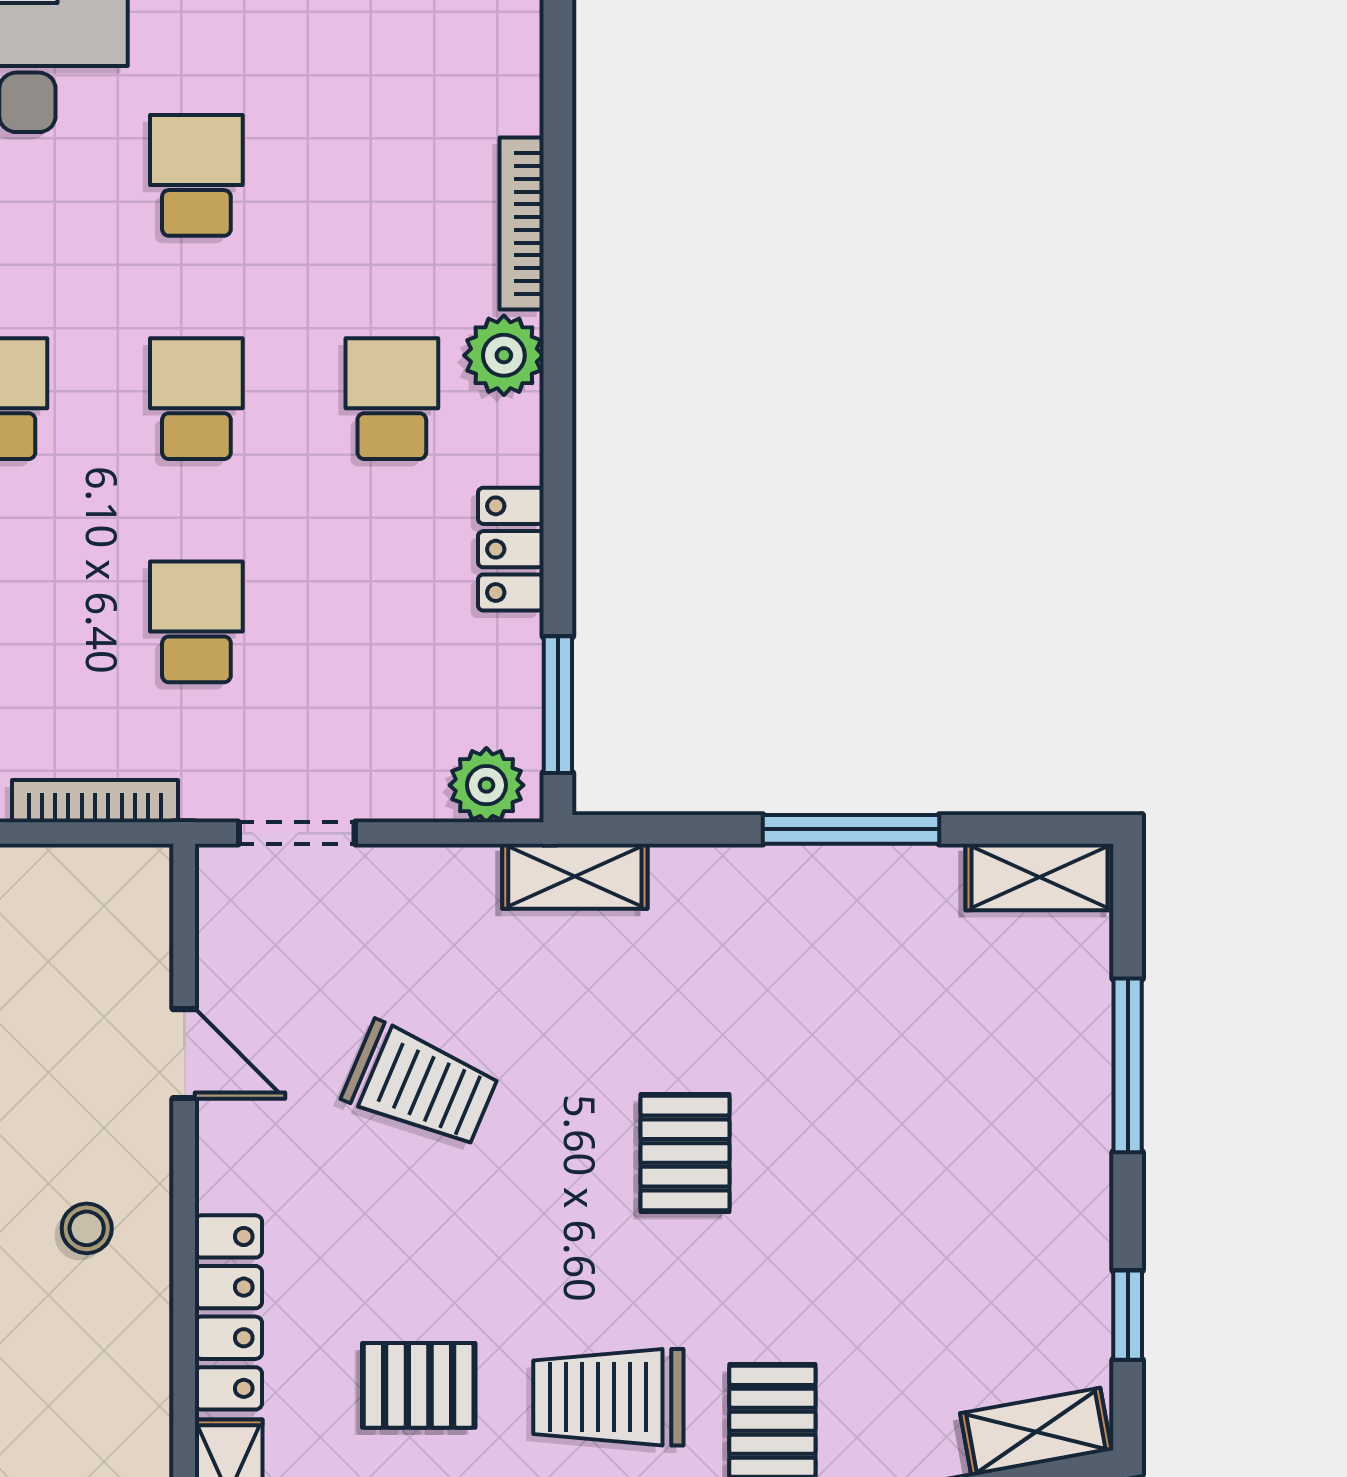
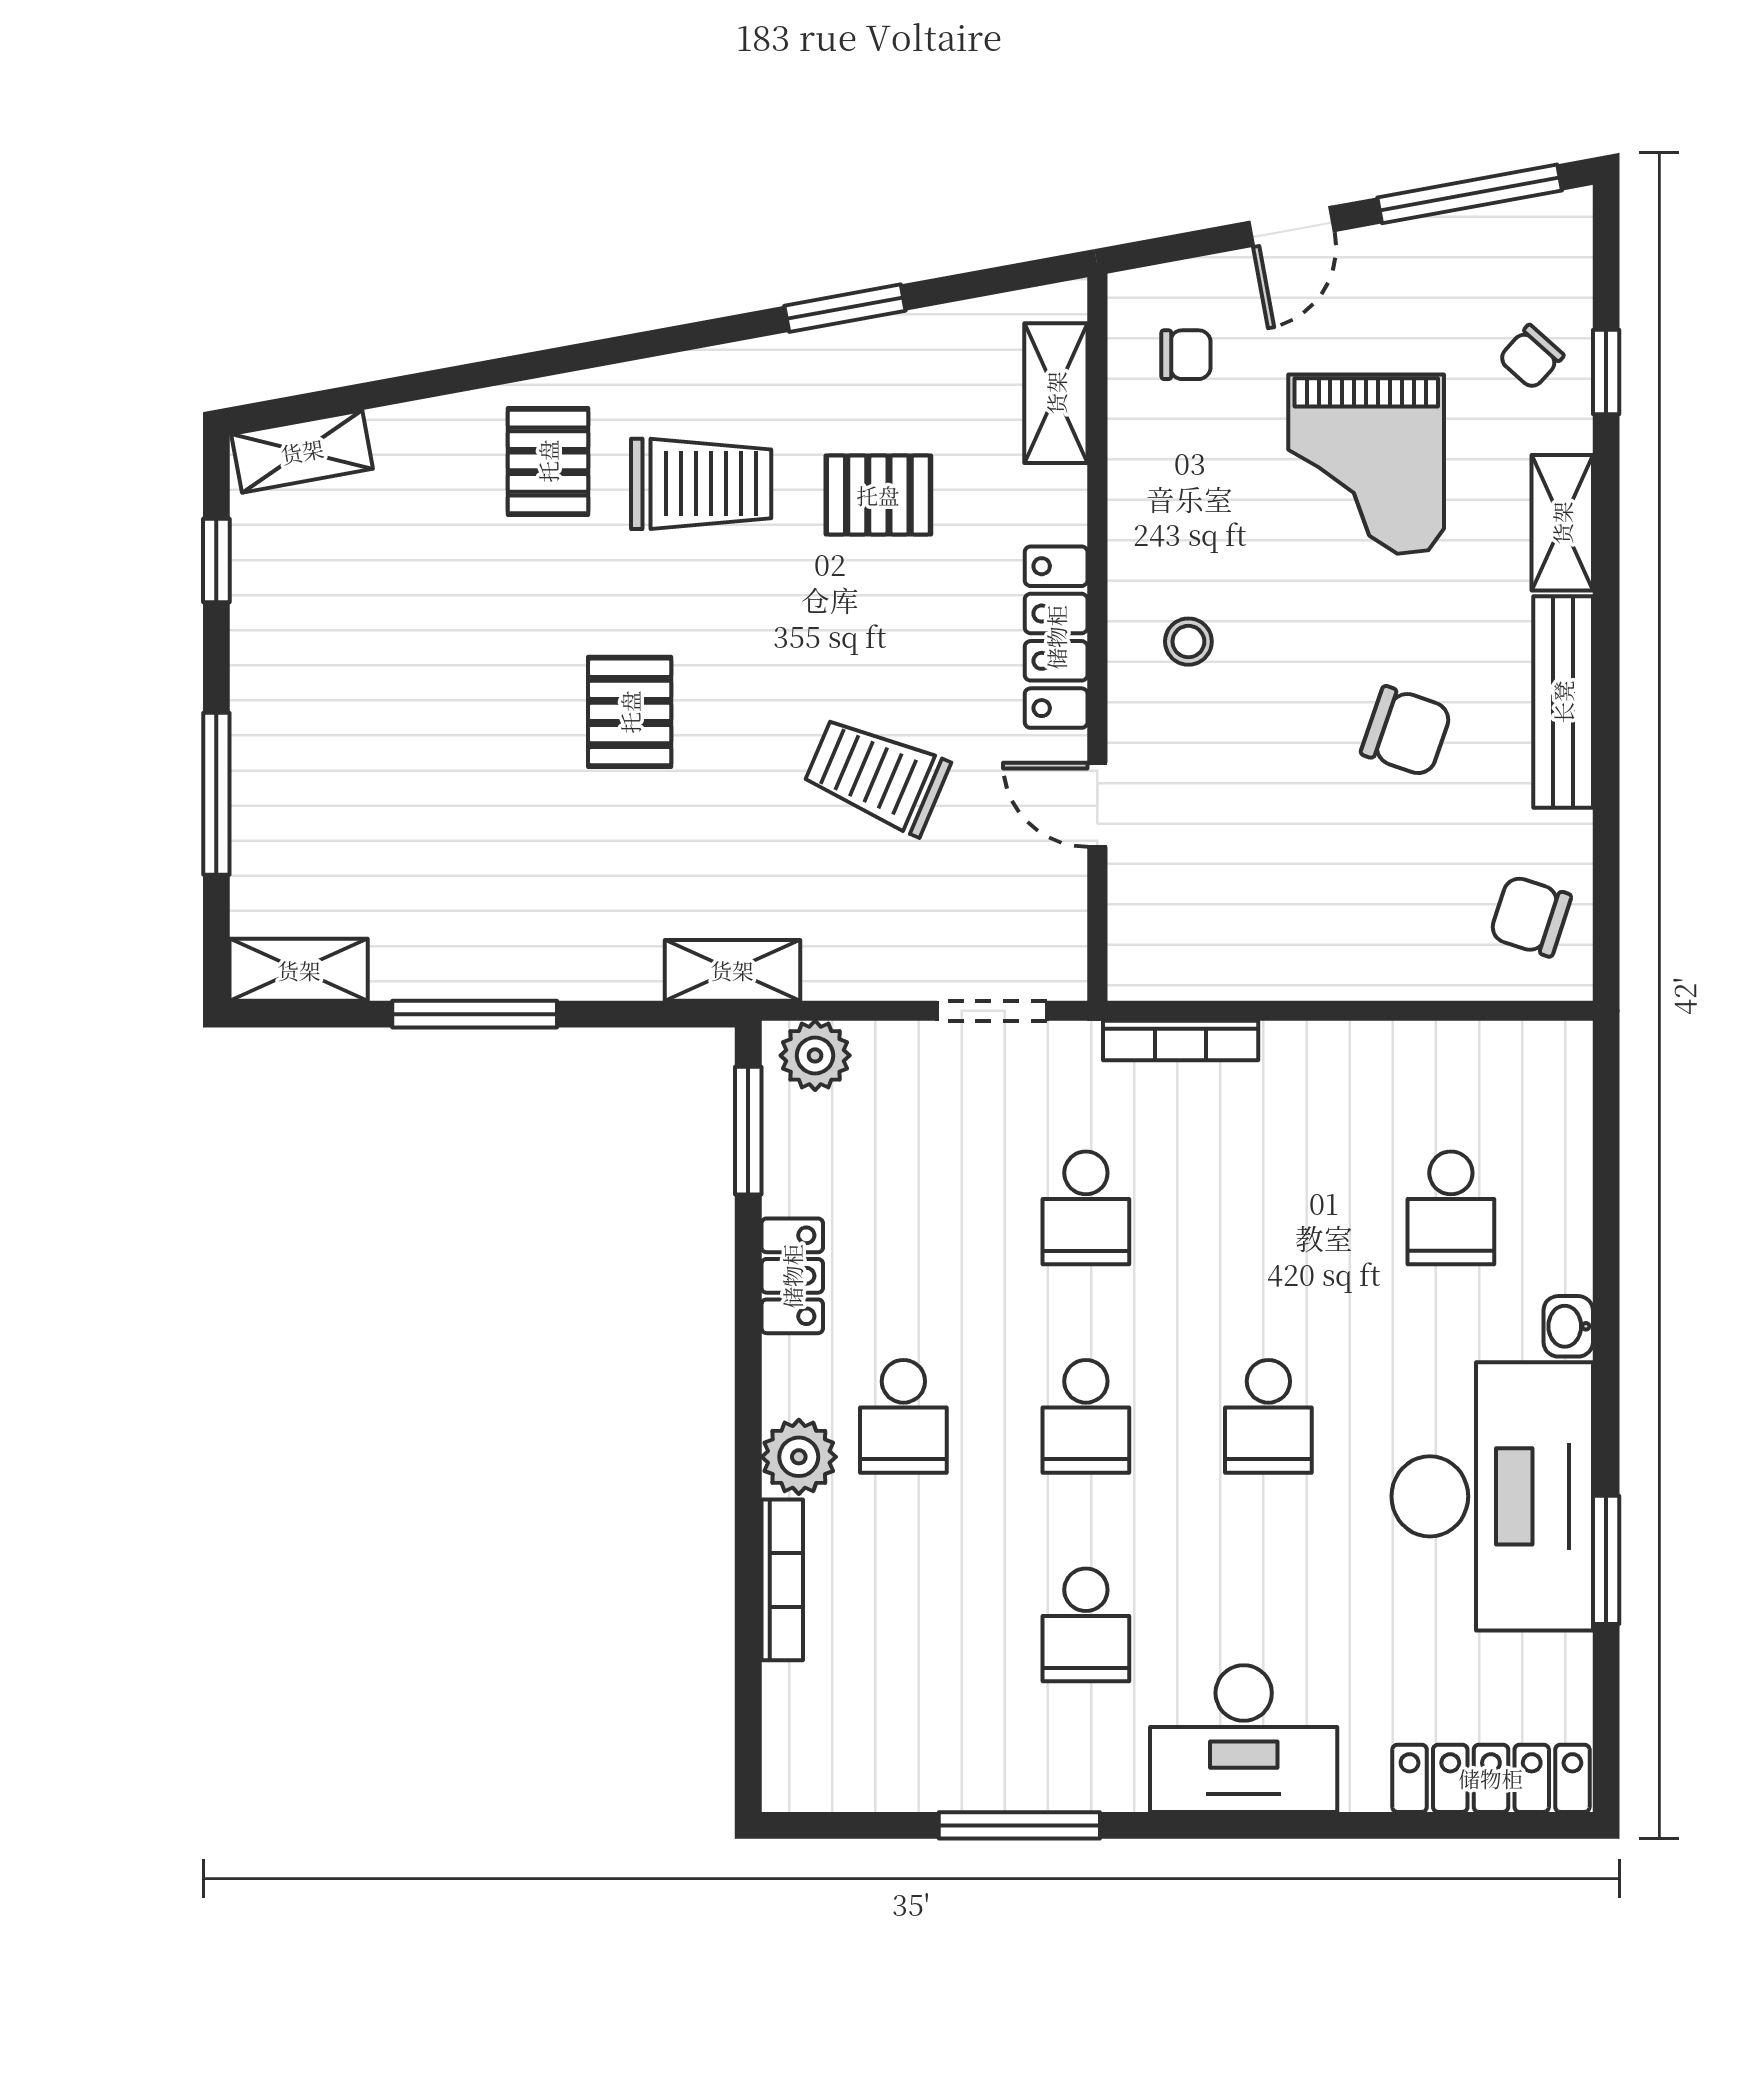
locker: (228, 1312) -> (1056, 637), moved

